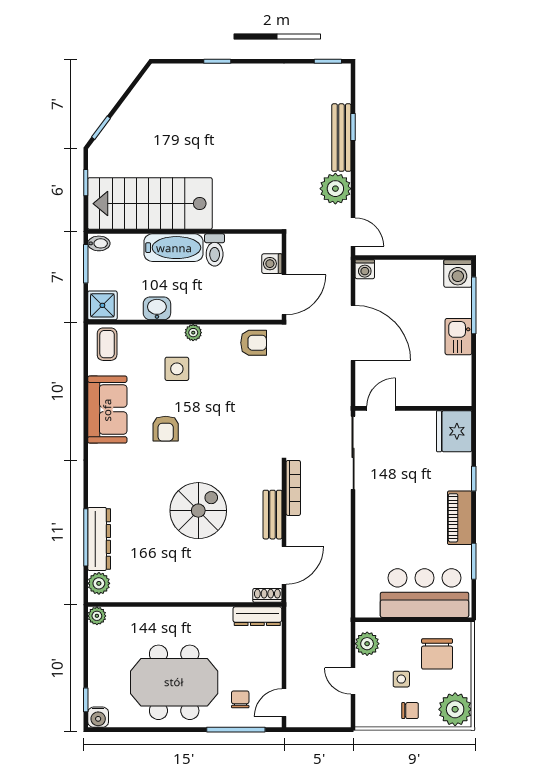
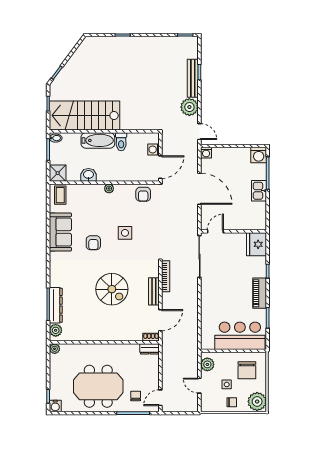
armchair: (254, 343) -> (143, 194), turned 90
side table: (177, 369) -> (125, 233), moved
spiral stairs: (198, 511) -> (112, 289), turned 90
dresser: (257, 616) -> (149, 349), width x0.70

